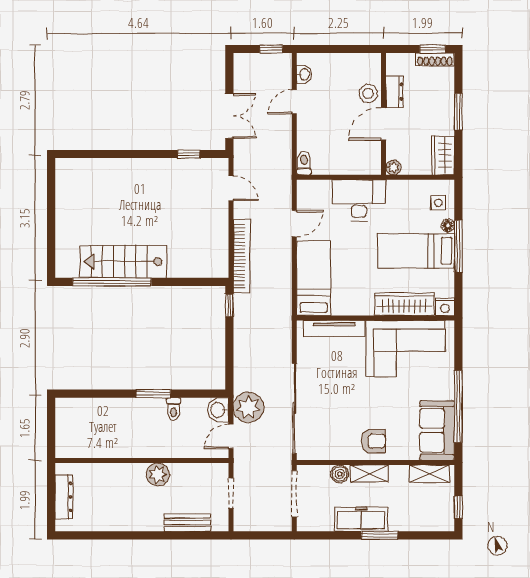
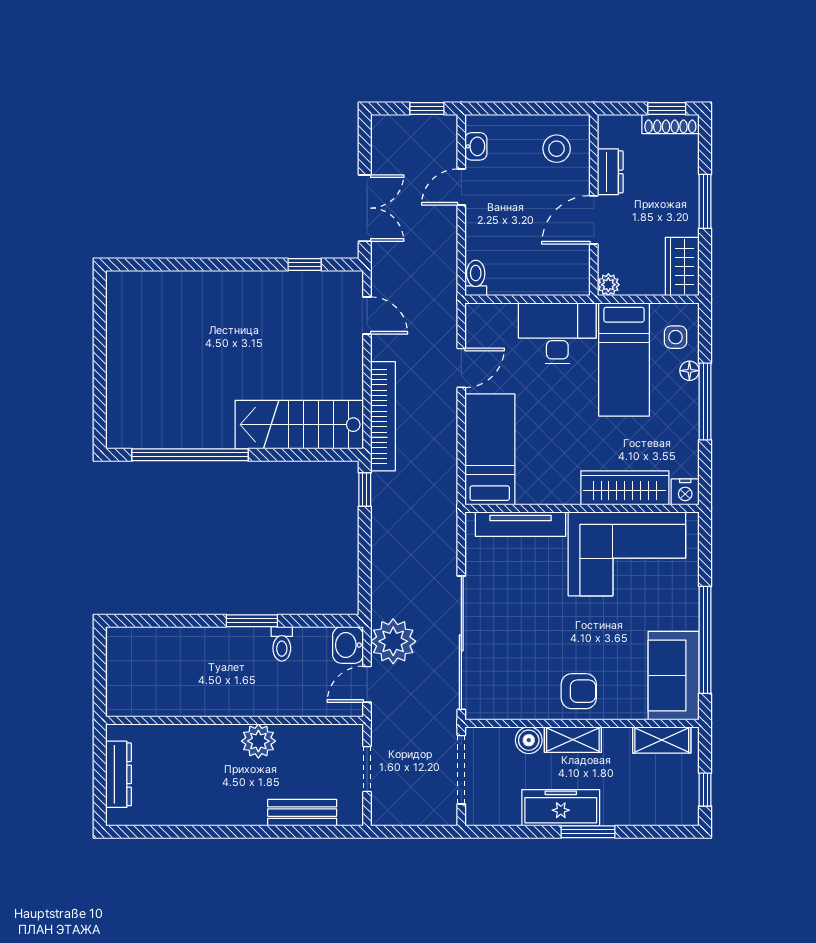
stool: (368, 93) -> (557, 149), moved
bed: (416, 251) -> (624, 359), moved, turned -90
stairs: (123, 262) -> (299, 425), moved

